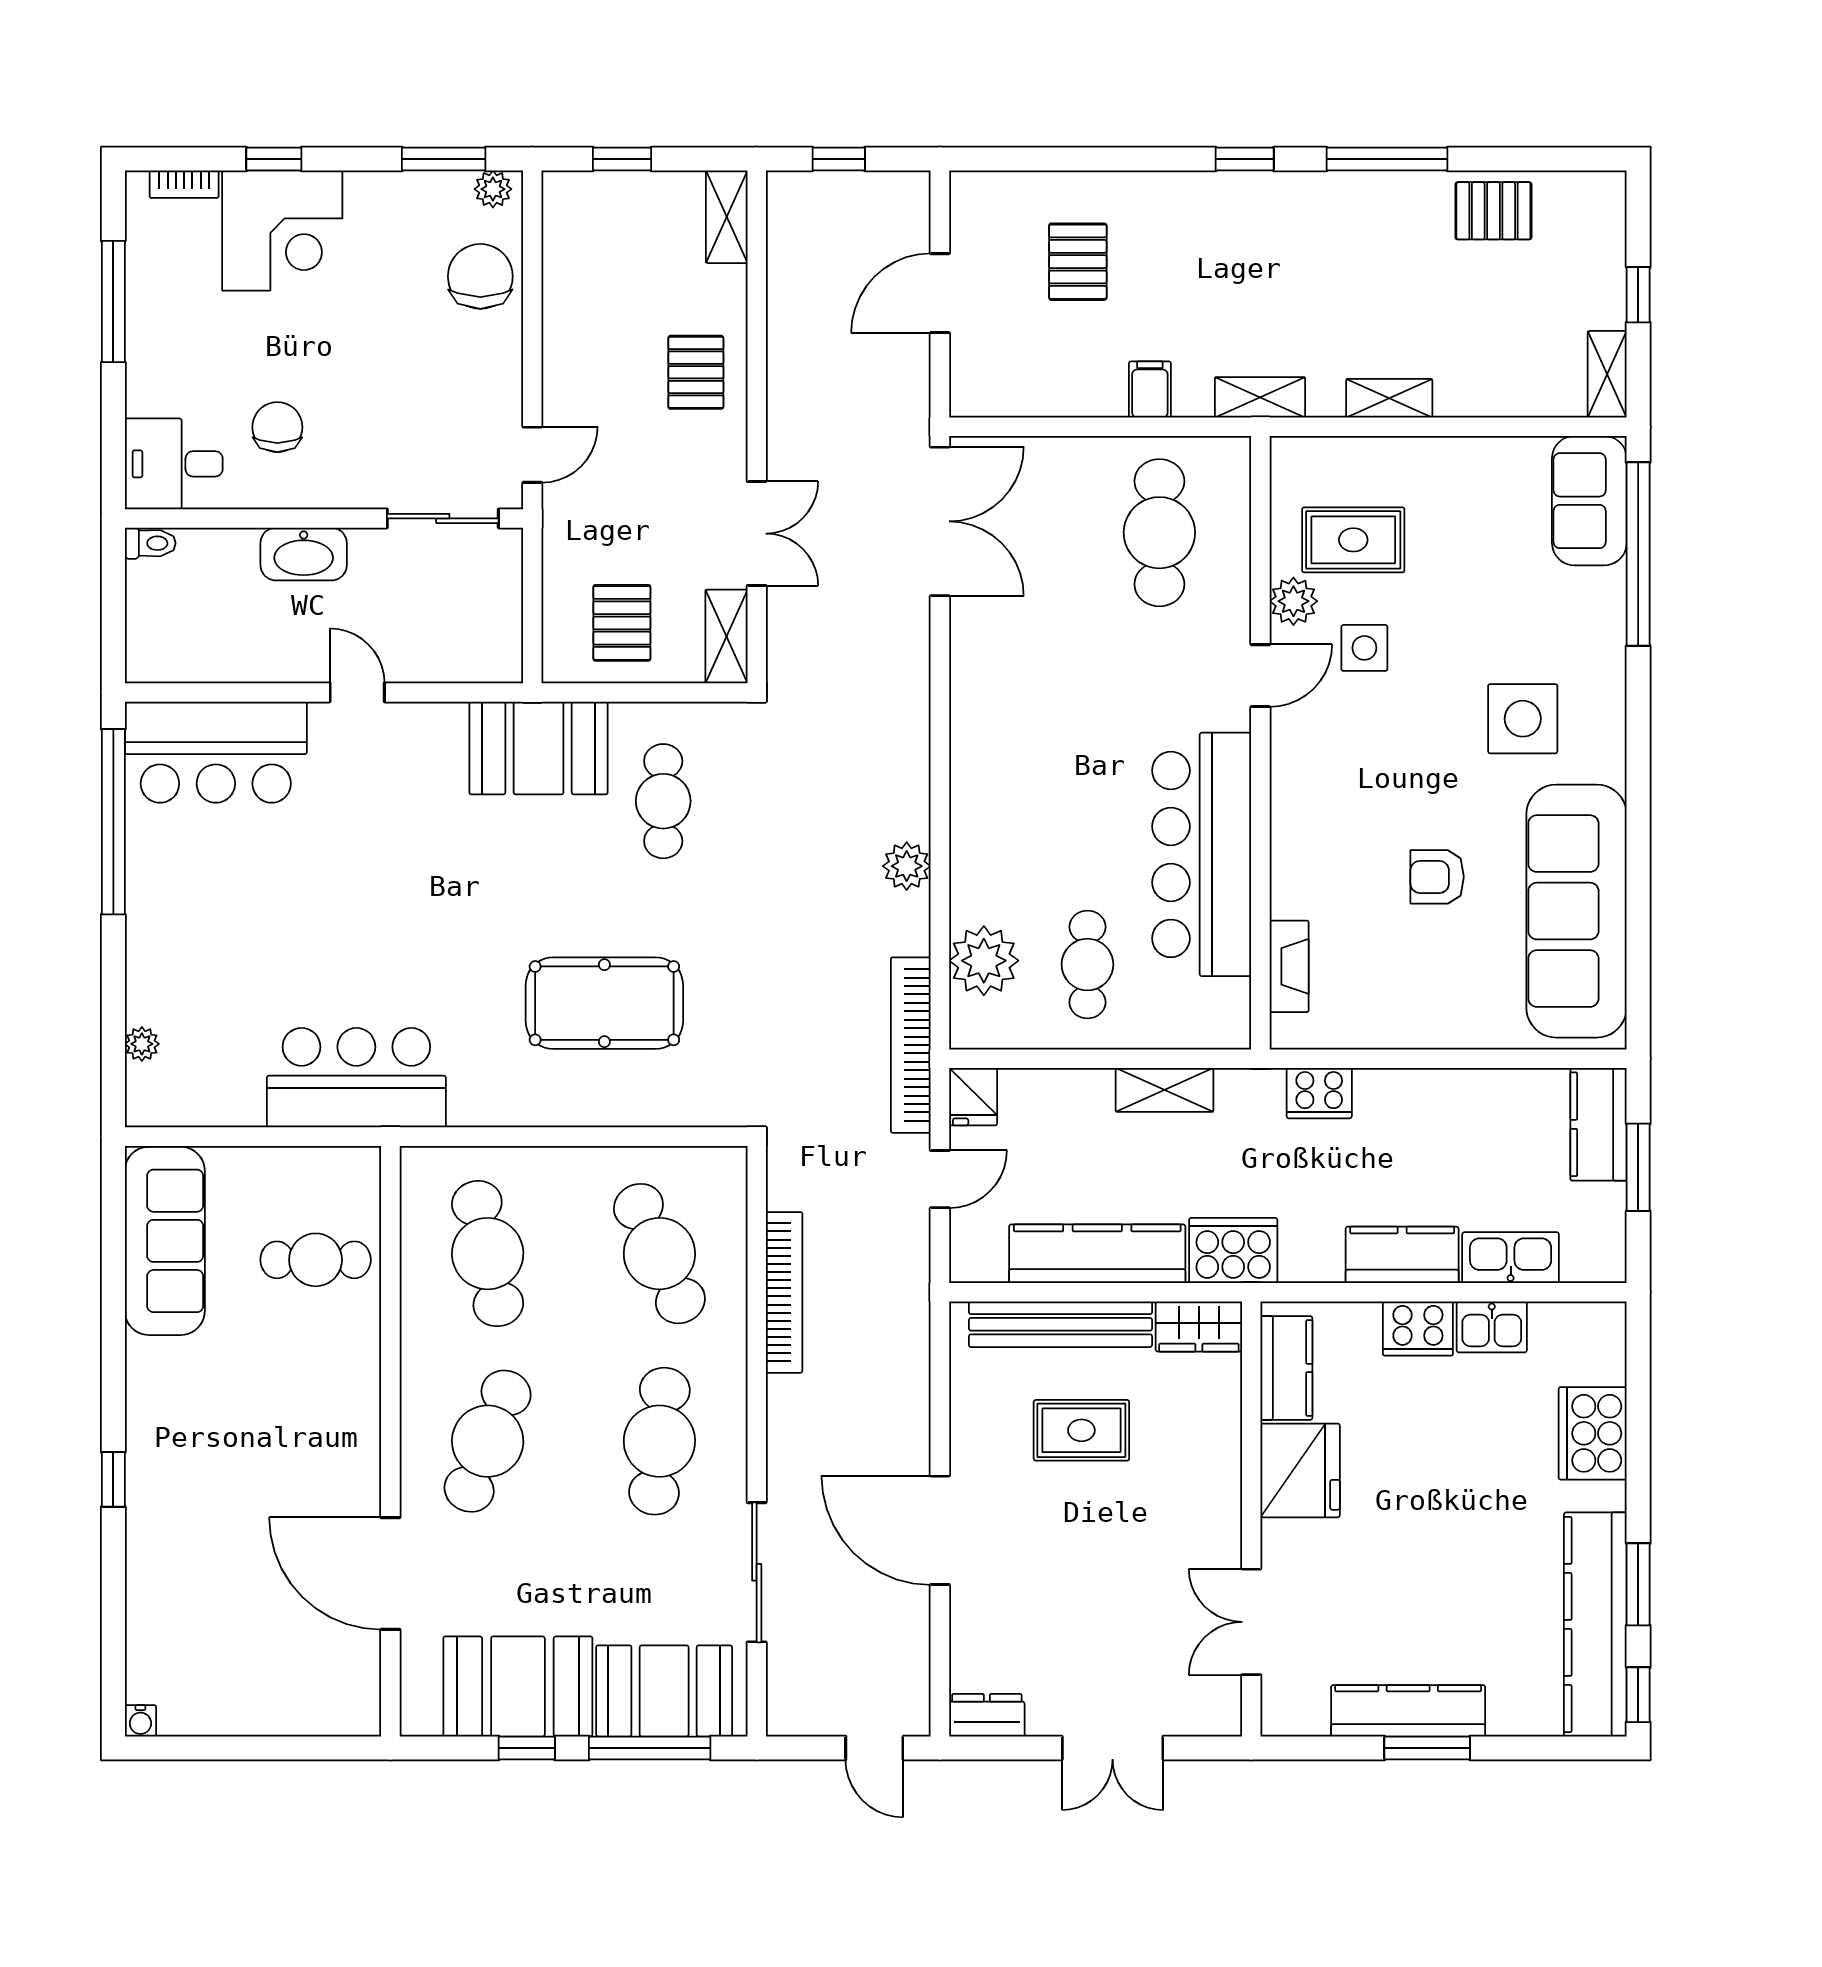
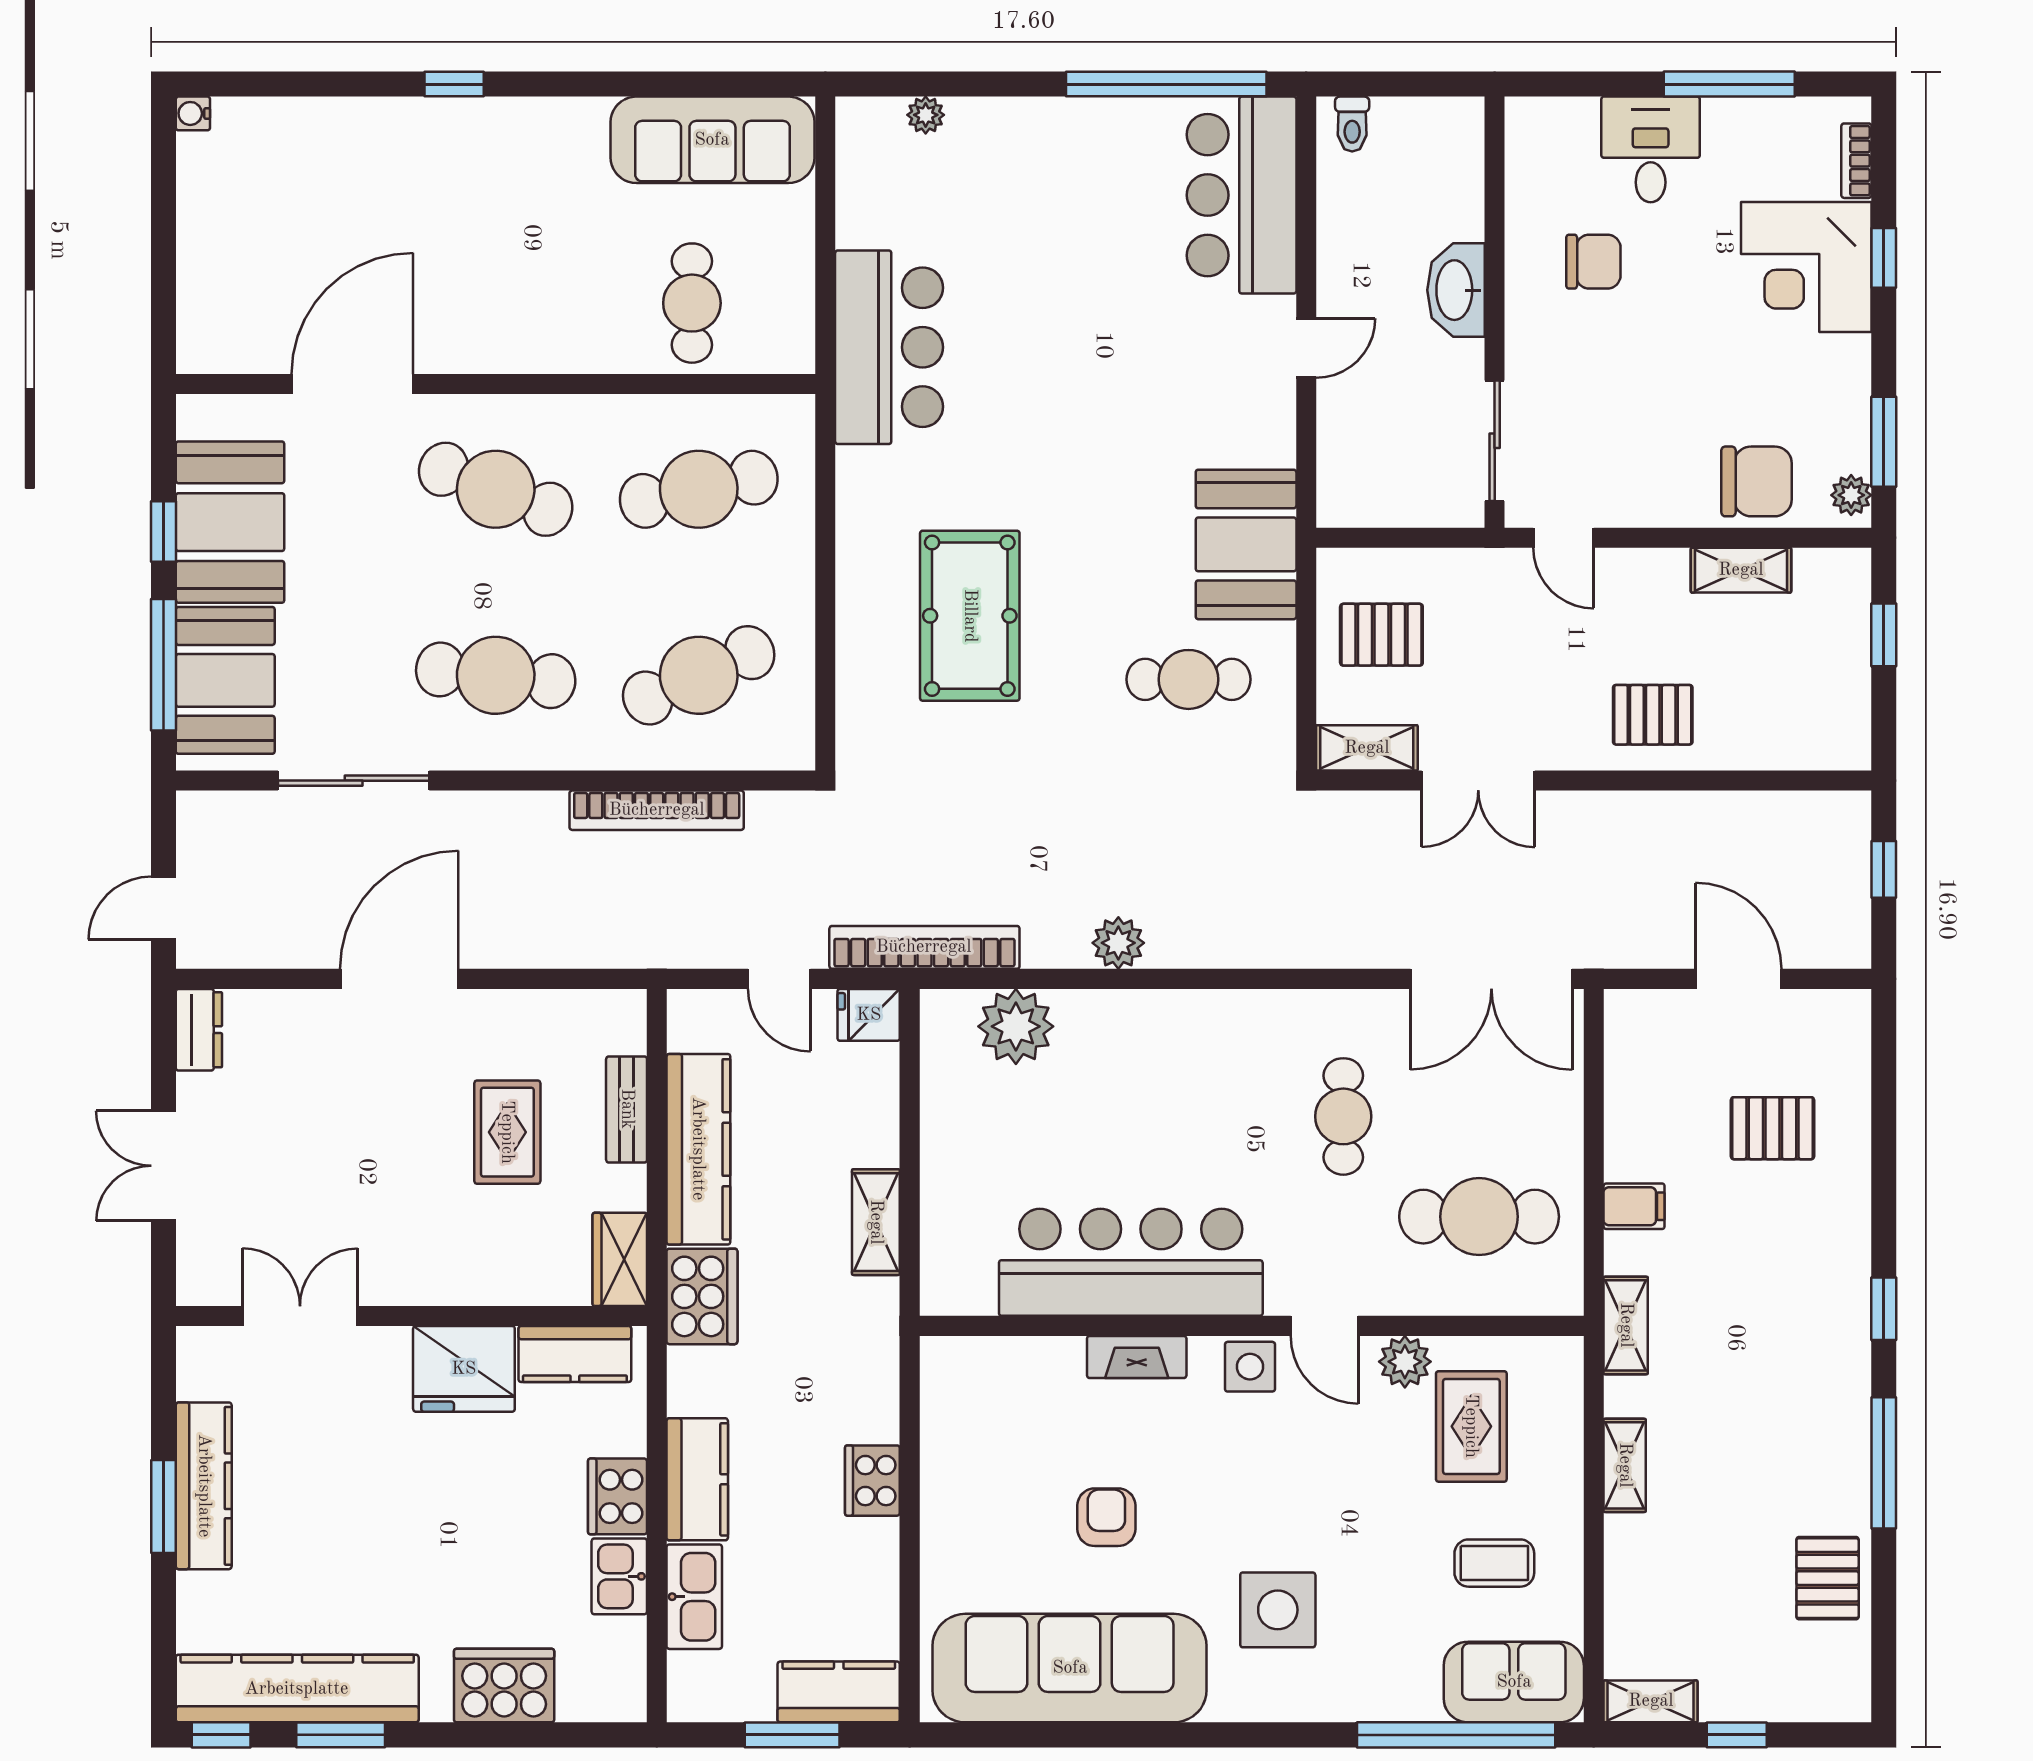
shelving: (727, 217) -> (1741, 570), moved
desk: (174, 464) -> (1651, 149), moved
coffee table: (1479, 519) -> (1494, 1563), added
toilet: (150, 543) -> (1352, 124), moved
side table: (1364, 648) -> (1250, 1367), moved
cafe table: (1087, 965) -> (1343, 1116), moved, turned 90
fireplace: (1289, 966) -> (1137, 1357), moved
cooker: (1319, 1093) -> (872, 1481), moved
bench: (1060, 1324) -> (627, 1109), width x0.54, depth x0.82

